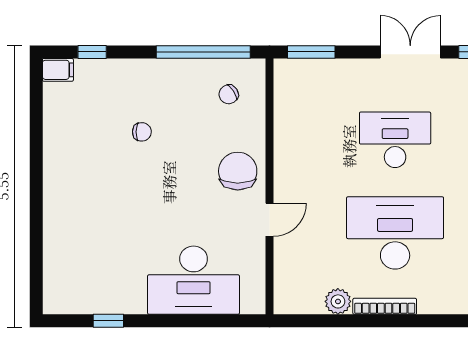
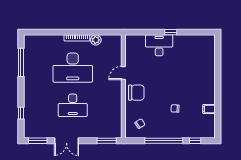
window: (203, 52) -> (164, 141), moved
filing cabinet: (58, 70) -> (209, 109), moved
chair: (238, 171) -> (136, 93), turned -90
desk: (194, 280) -> (159, 45), width x0.73, depth x0.77
window: (108, 321) -> (171, 32), moved

